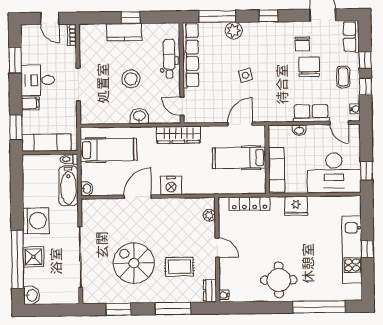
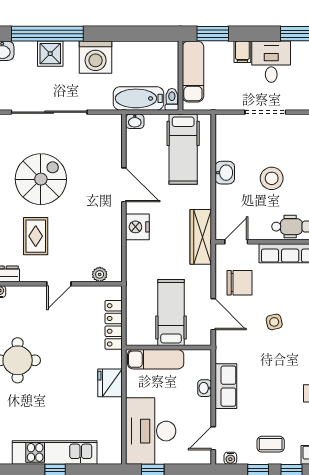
chair: (309, 67) -> (240, 283), moved
row of seats: (311, 113) -> (226, 386), moved
washbasin: (139, 116) -> (225, 173), moved

